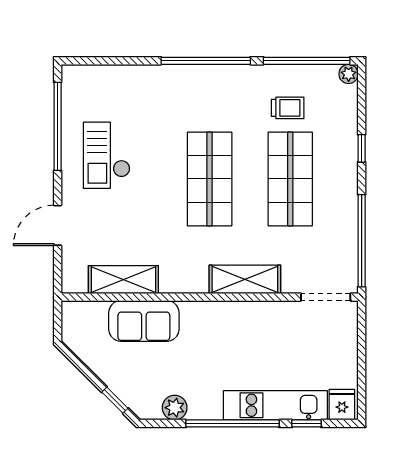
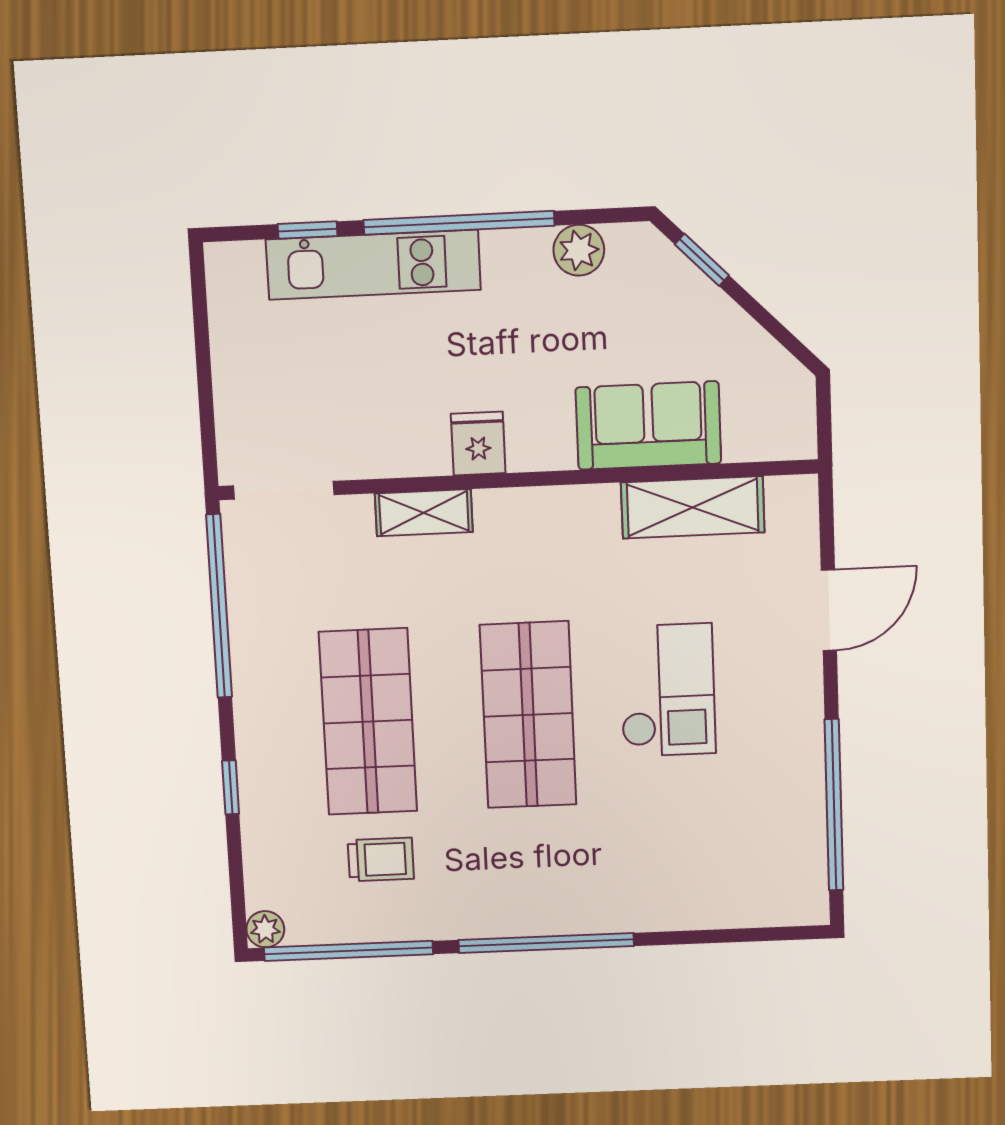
trolley: (288, 108) -> (381, 859), turned 180
checkout: (107, 155) -> (667, 690), moved
shelving: (245, 279) -> (424, 513), width x0.67, depth x0.75
fridge: (342, 405) -> (478, 444), moved, turned 180

